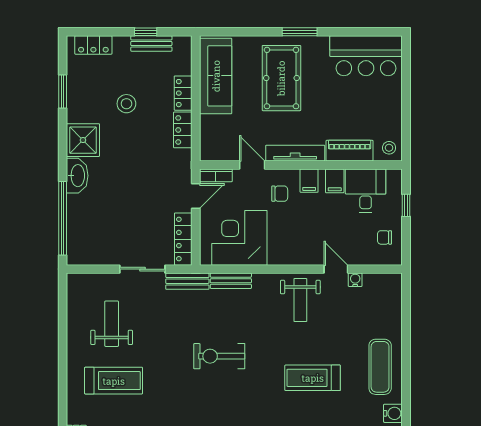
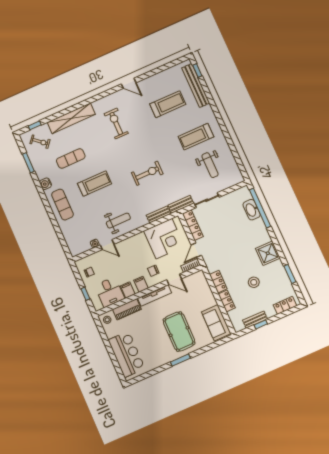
bar counter: (366, 56) -> (127, 354), moved, turned 90
sofa: (216, 76) -> (216, 323), width x0.73
washbasin: (77, 176) -> (252, 210), moved
weight bench: (300, 300) -> (118, 221), turned 90

